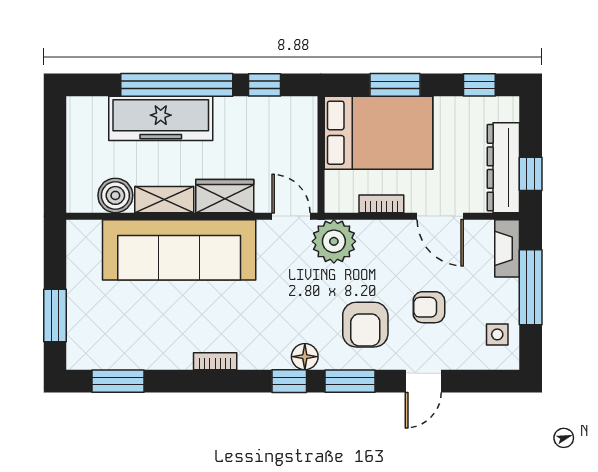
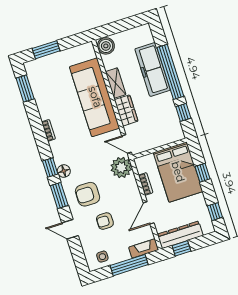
window: (395, 85) -> (203, 173), width x0.67
boiler: (115, 195) -> (106, 46), moved
door: (291, 216) -> (127, 144), swing flipped
armchair: (429, 307) -> (105, 221), turned -90

